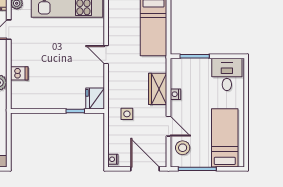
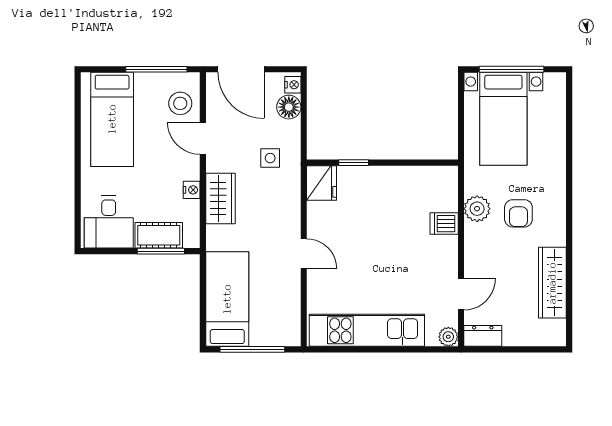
cot: (196, 66) -> (159, 235), added
floor lamp: (115, 145) -> (289, 107), added

